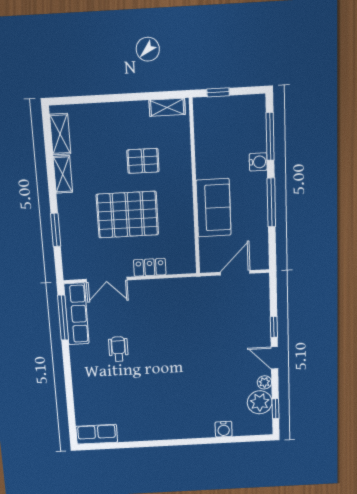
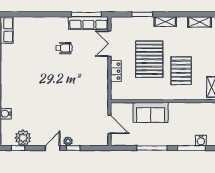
pallet: (143, 161) -> (181, 71), width x1.50, depth x1.42
water cooler: (258, 162) -> (201, 141), moved
shelving: (63, 174) -> (165, 22), moved
plant: (264, 382) -> (68, 141), moved

